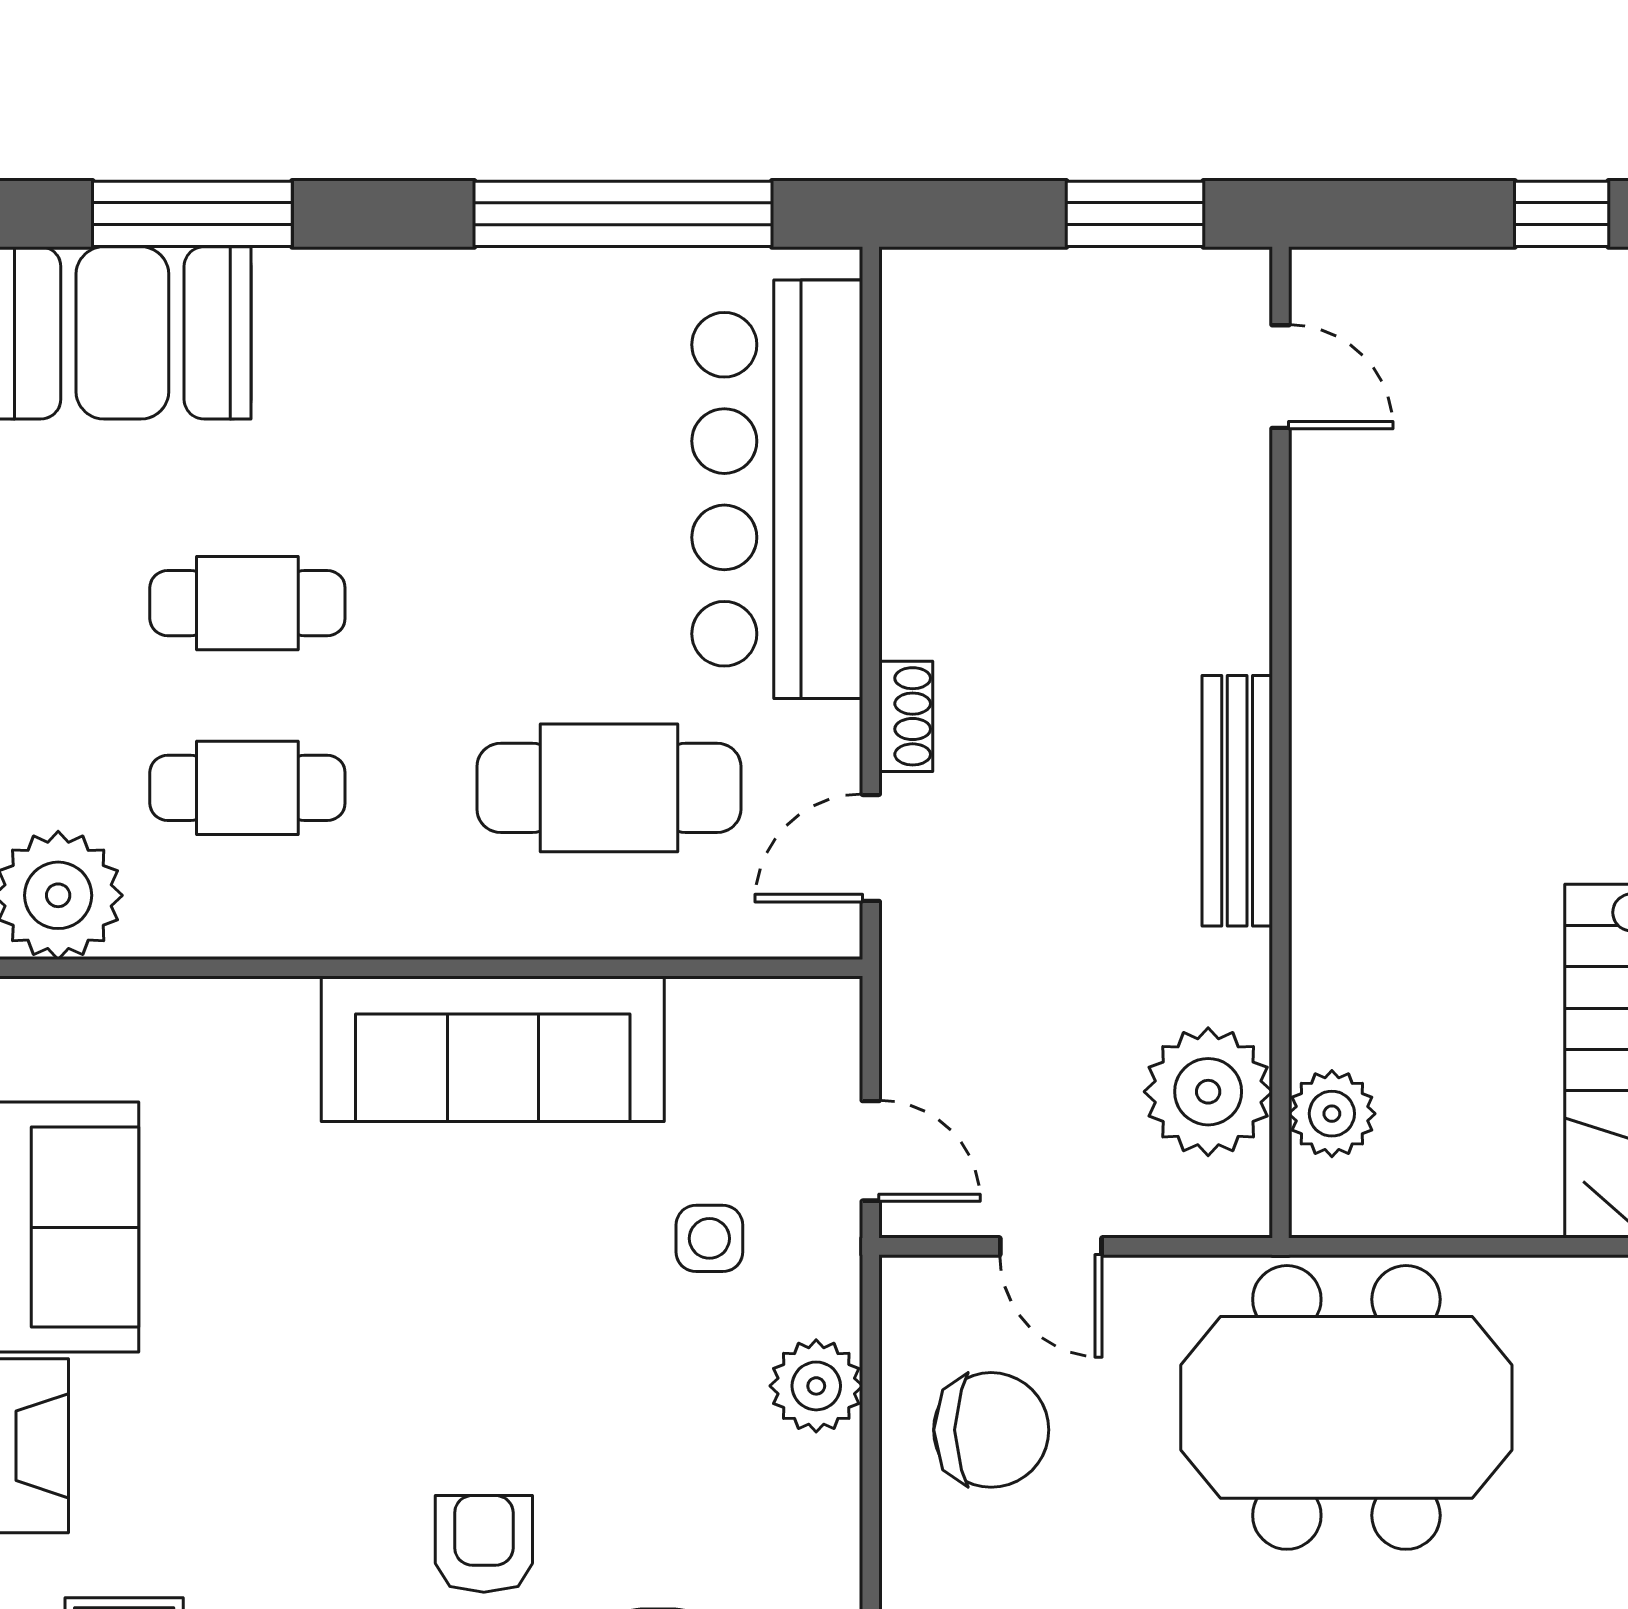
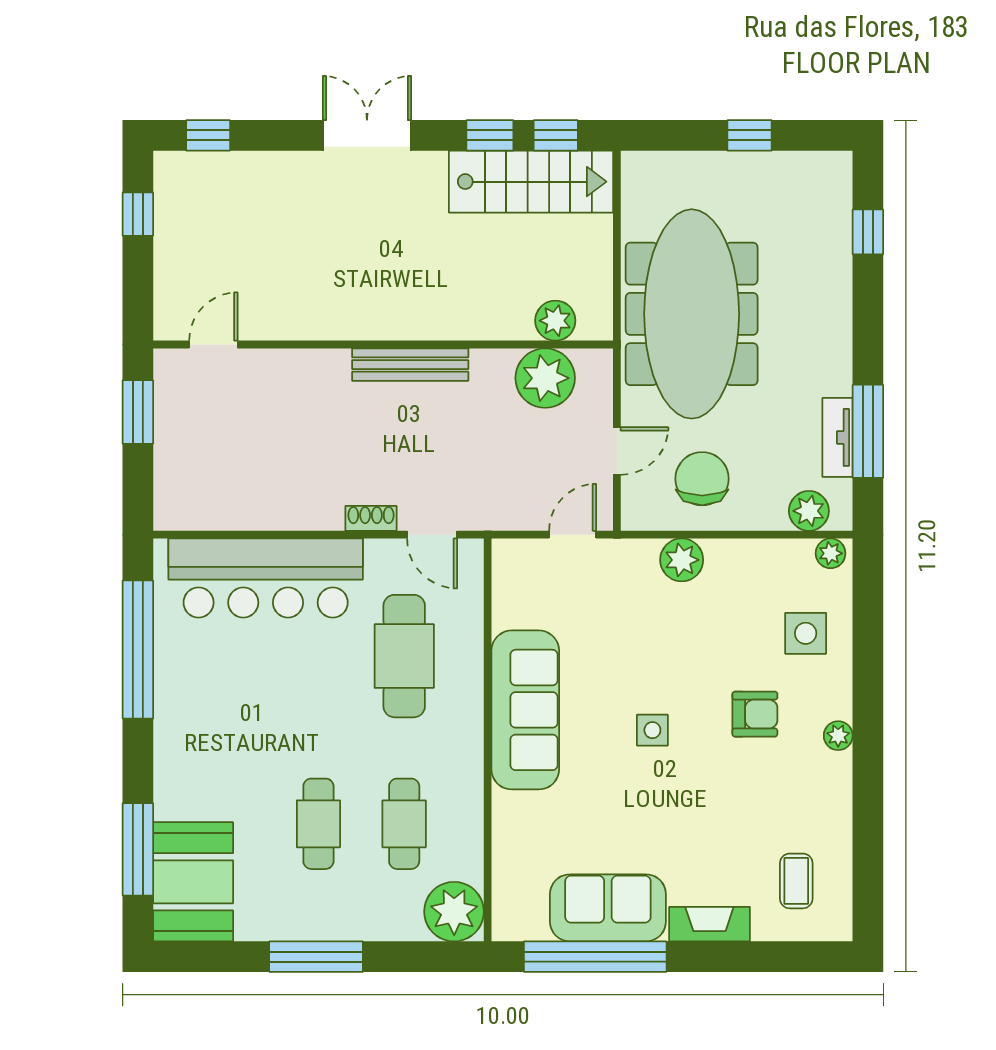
side table: (709, 1238) -> (652, 730), moved
meeting table: (1346, 1407) -> (692, 314), width x1.36
armchair: (484, 1544) -> (755, 714), turned 180

